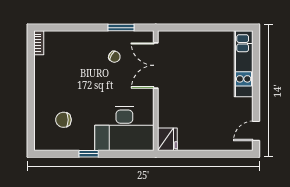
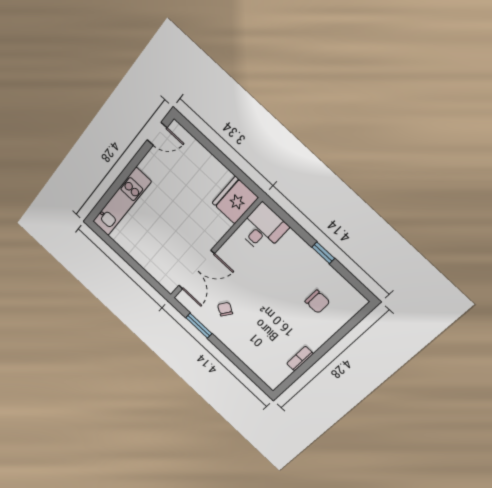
bookcase: (39, 43) -> (300, 359), moved
desk: (124, 129) -> (263, 229), width x0.53, depth x0.77
fridge: (167, 139) -> (235, 200), width x1.36, depth x1.34

